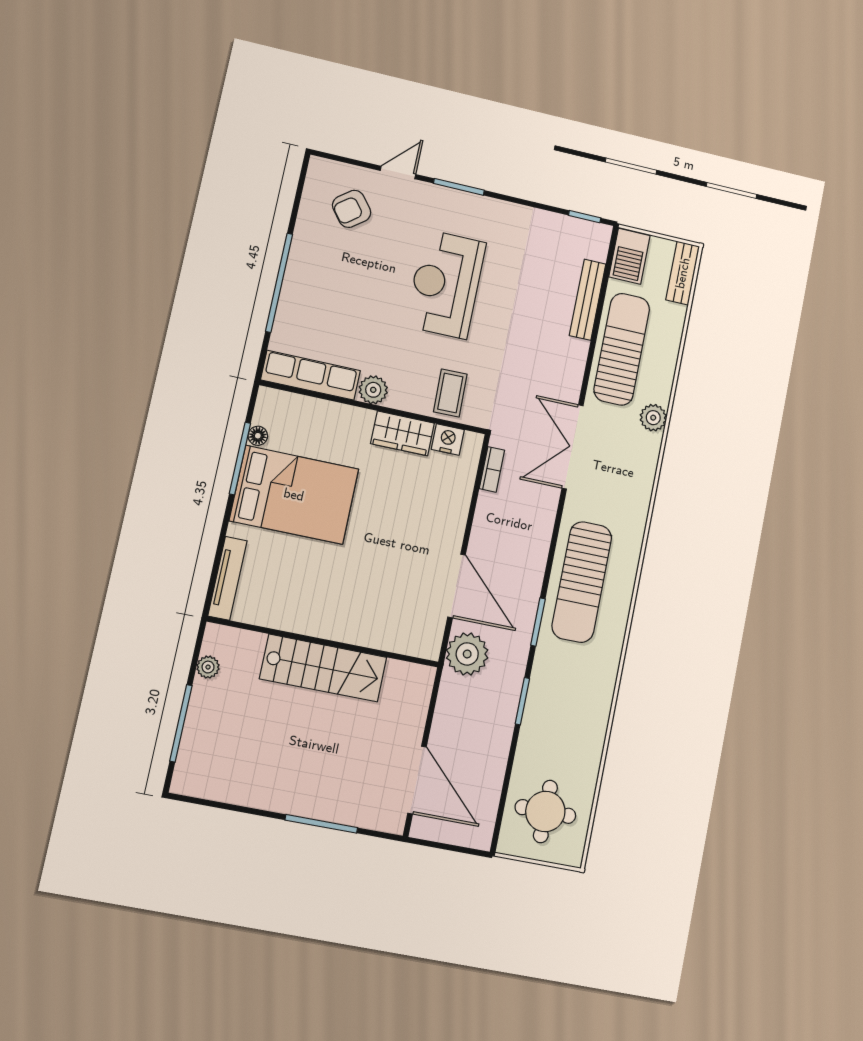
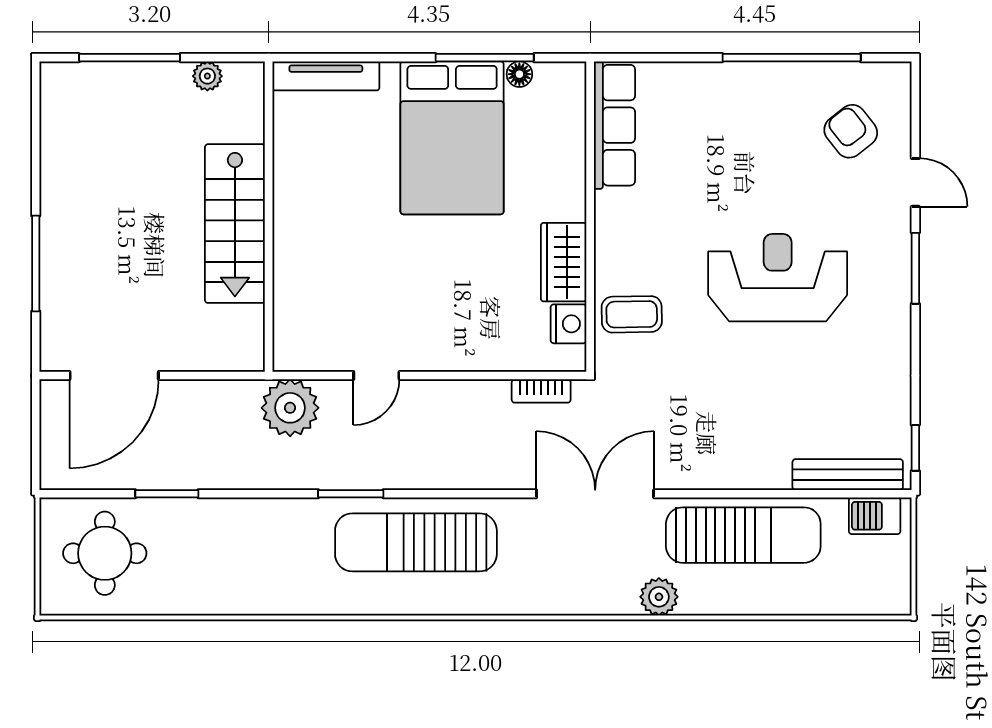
barbecue: (630, 256) -> (875, 516), width x0.73, depth x0.79
bench: (683, 273) -> (869, 599), removed
window: (279, 283) -> (792, 58), moved
bench: (588, 300) -> (848, 475), moved
plant: (373, 390) -> (613, 211), removed
door: (457, 586) -> (376, 376), width x0.53
window: (522, 701) -> (167, 494), moved

